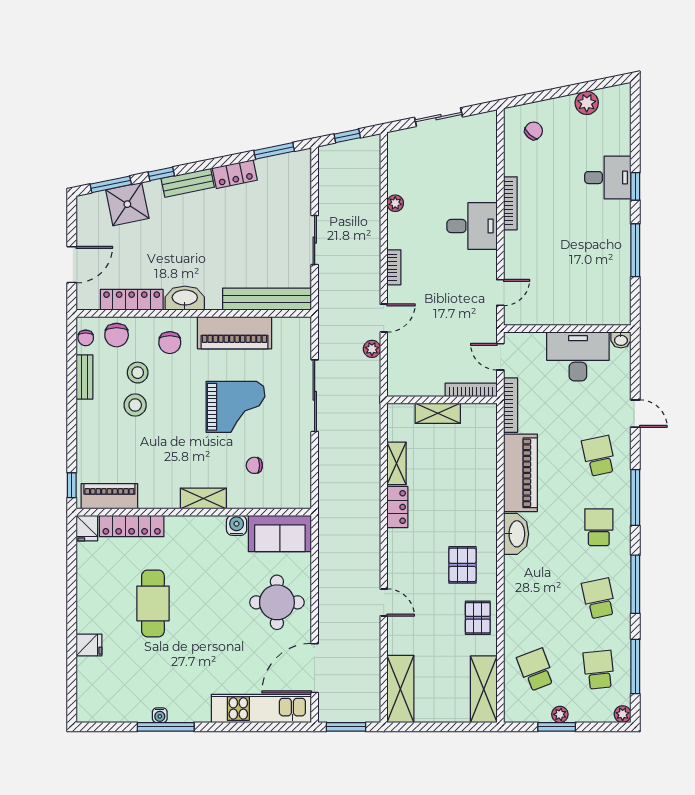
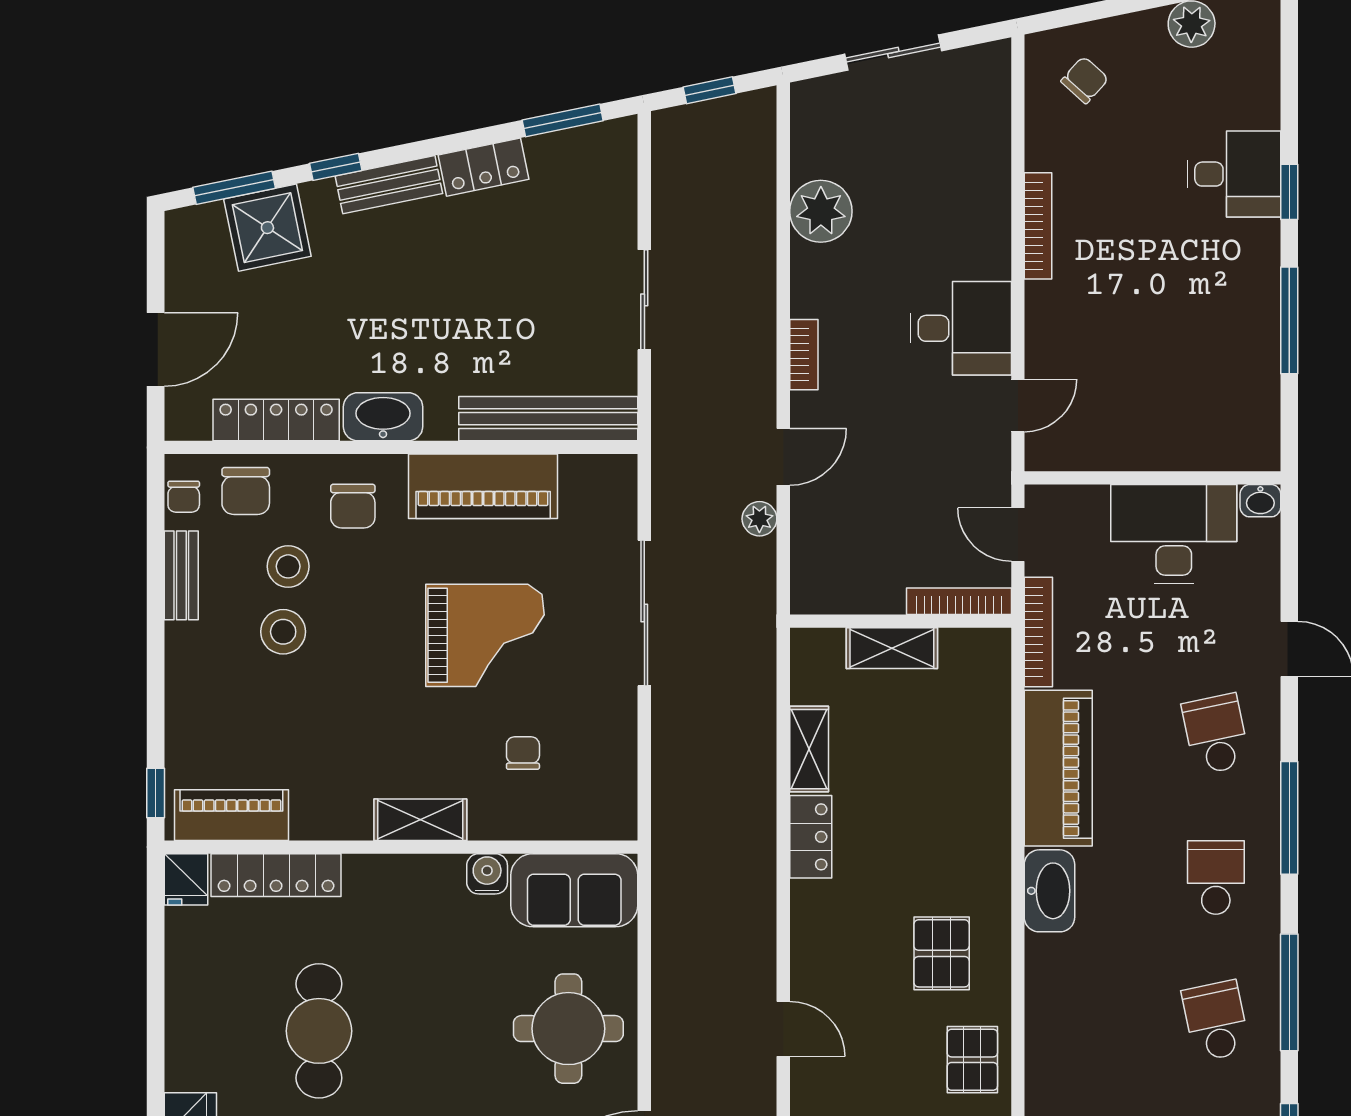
plant: (395, 203) -> (821, 211), width x1.88, depth x1.88
desk: (472, 226) -> (961, 328), moved
chair: (254, 465) -> (523, 753), turned 90

